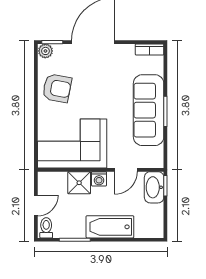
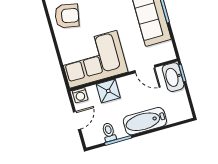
door: (126, 170) -> (145, 69), hinge flipped
washing machine: (99, 179) -> (80, 95), moved
toilet: (46, 228) -> (109, 132), moved

